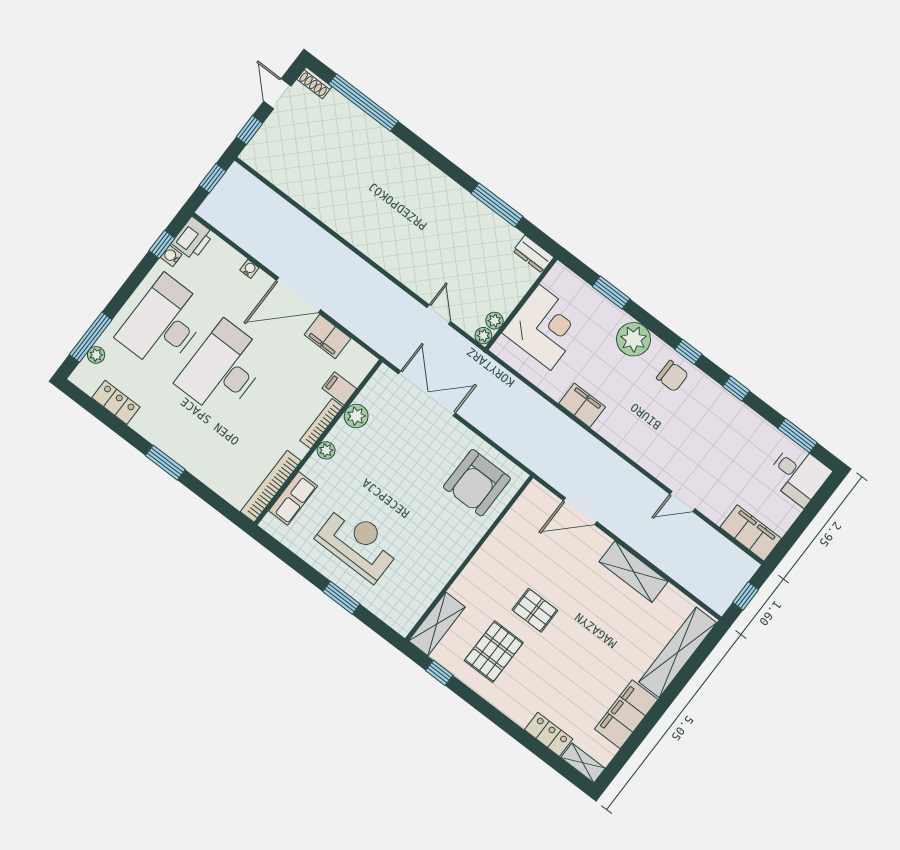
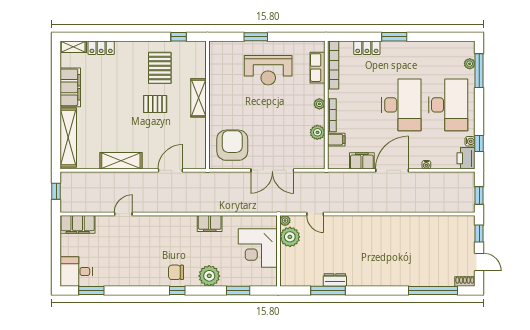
dresser: (533, 254) -> (335, 280), moved
plant: (495, 321) -> (290, 237), width x1.88, depth x1.88
window: (736, 389) -> (140, 290), removed
double door: (427, 393) -> (272, 170), moved
locker: (116, 402) -> (367, 48), moved
shelving: (437, 624) -> (198, 98), moved

